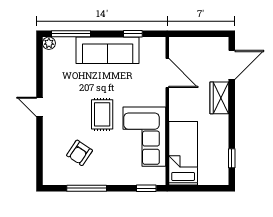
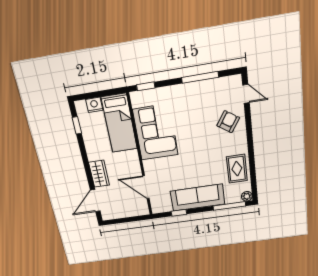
door: (39, 107) -> (246, 94), moved
rug: (102, 114) -> (237, 169), moved
armchair: (80, 153) -> (228, 122), moved
nightstand: (207, 178) -> (94, 105), added

